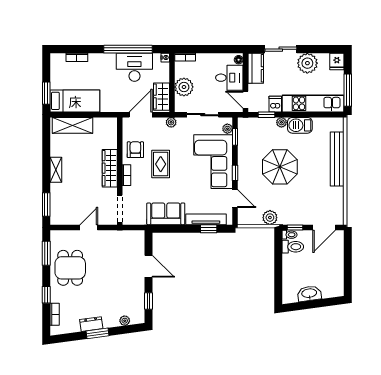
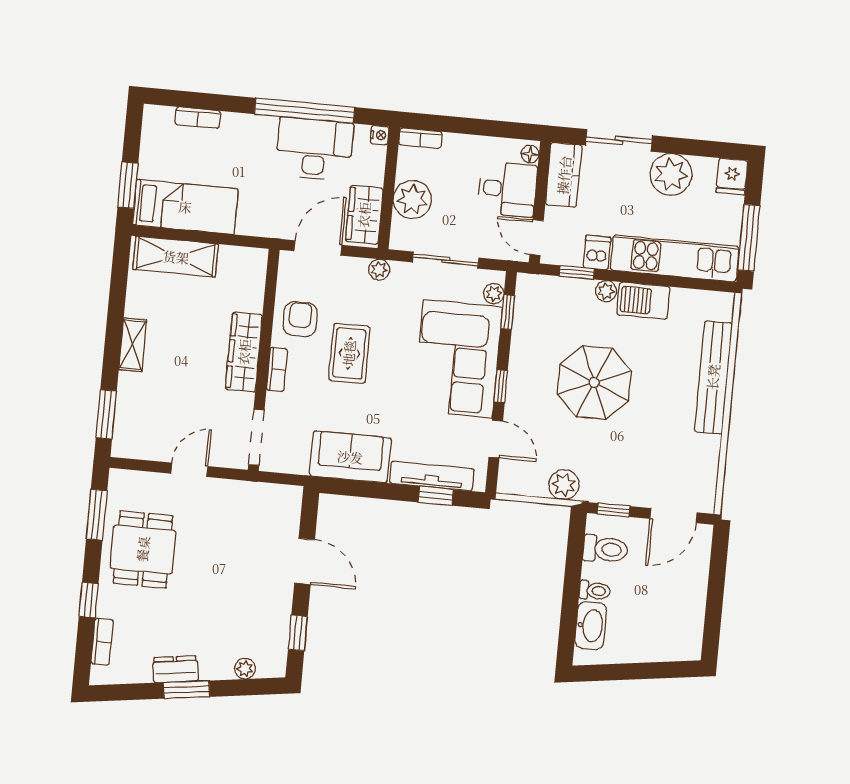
toilet: (290, 235) -> (595, 591), moved
washbasin: (309, 294) -> (591, 626), moved, turned 98

